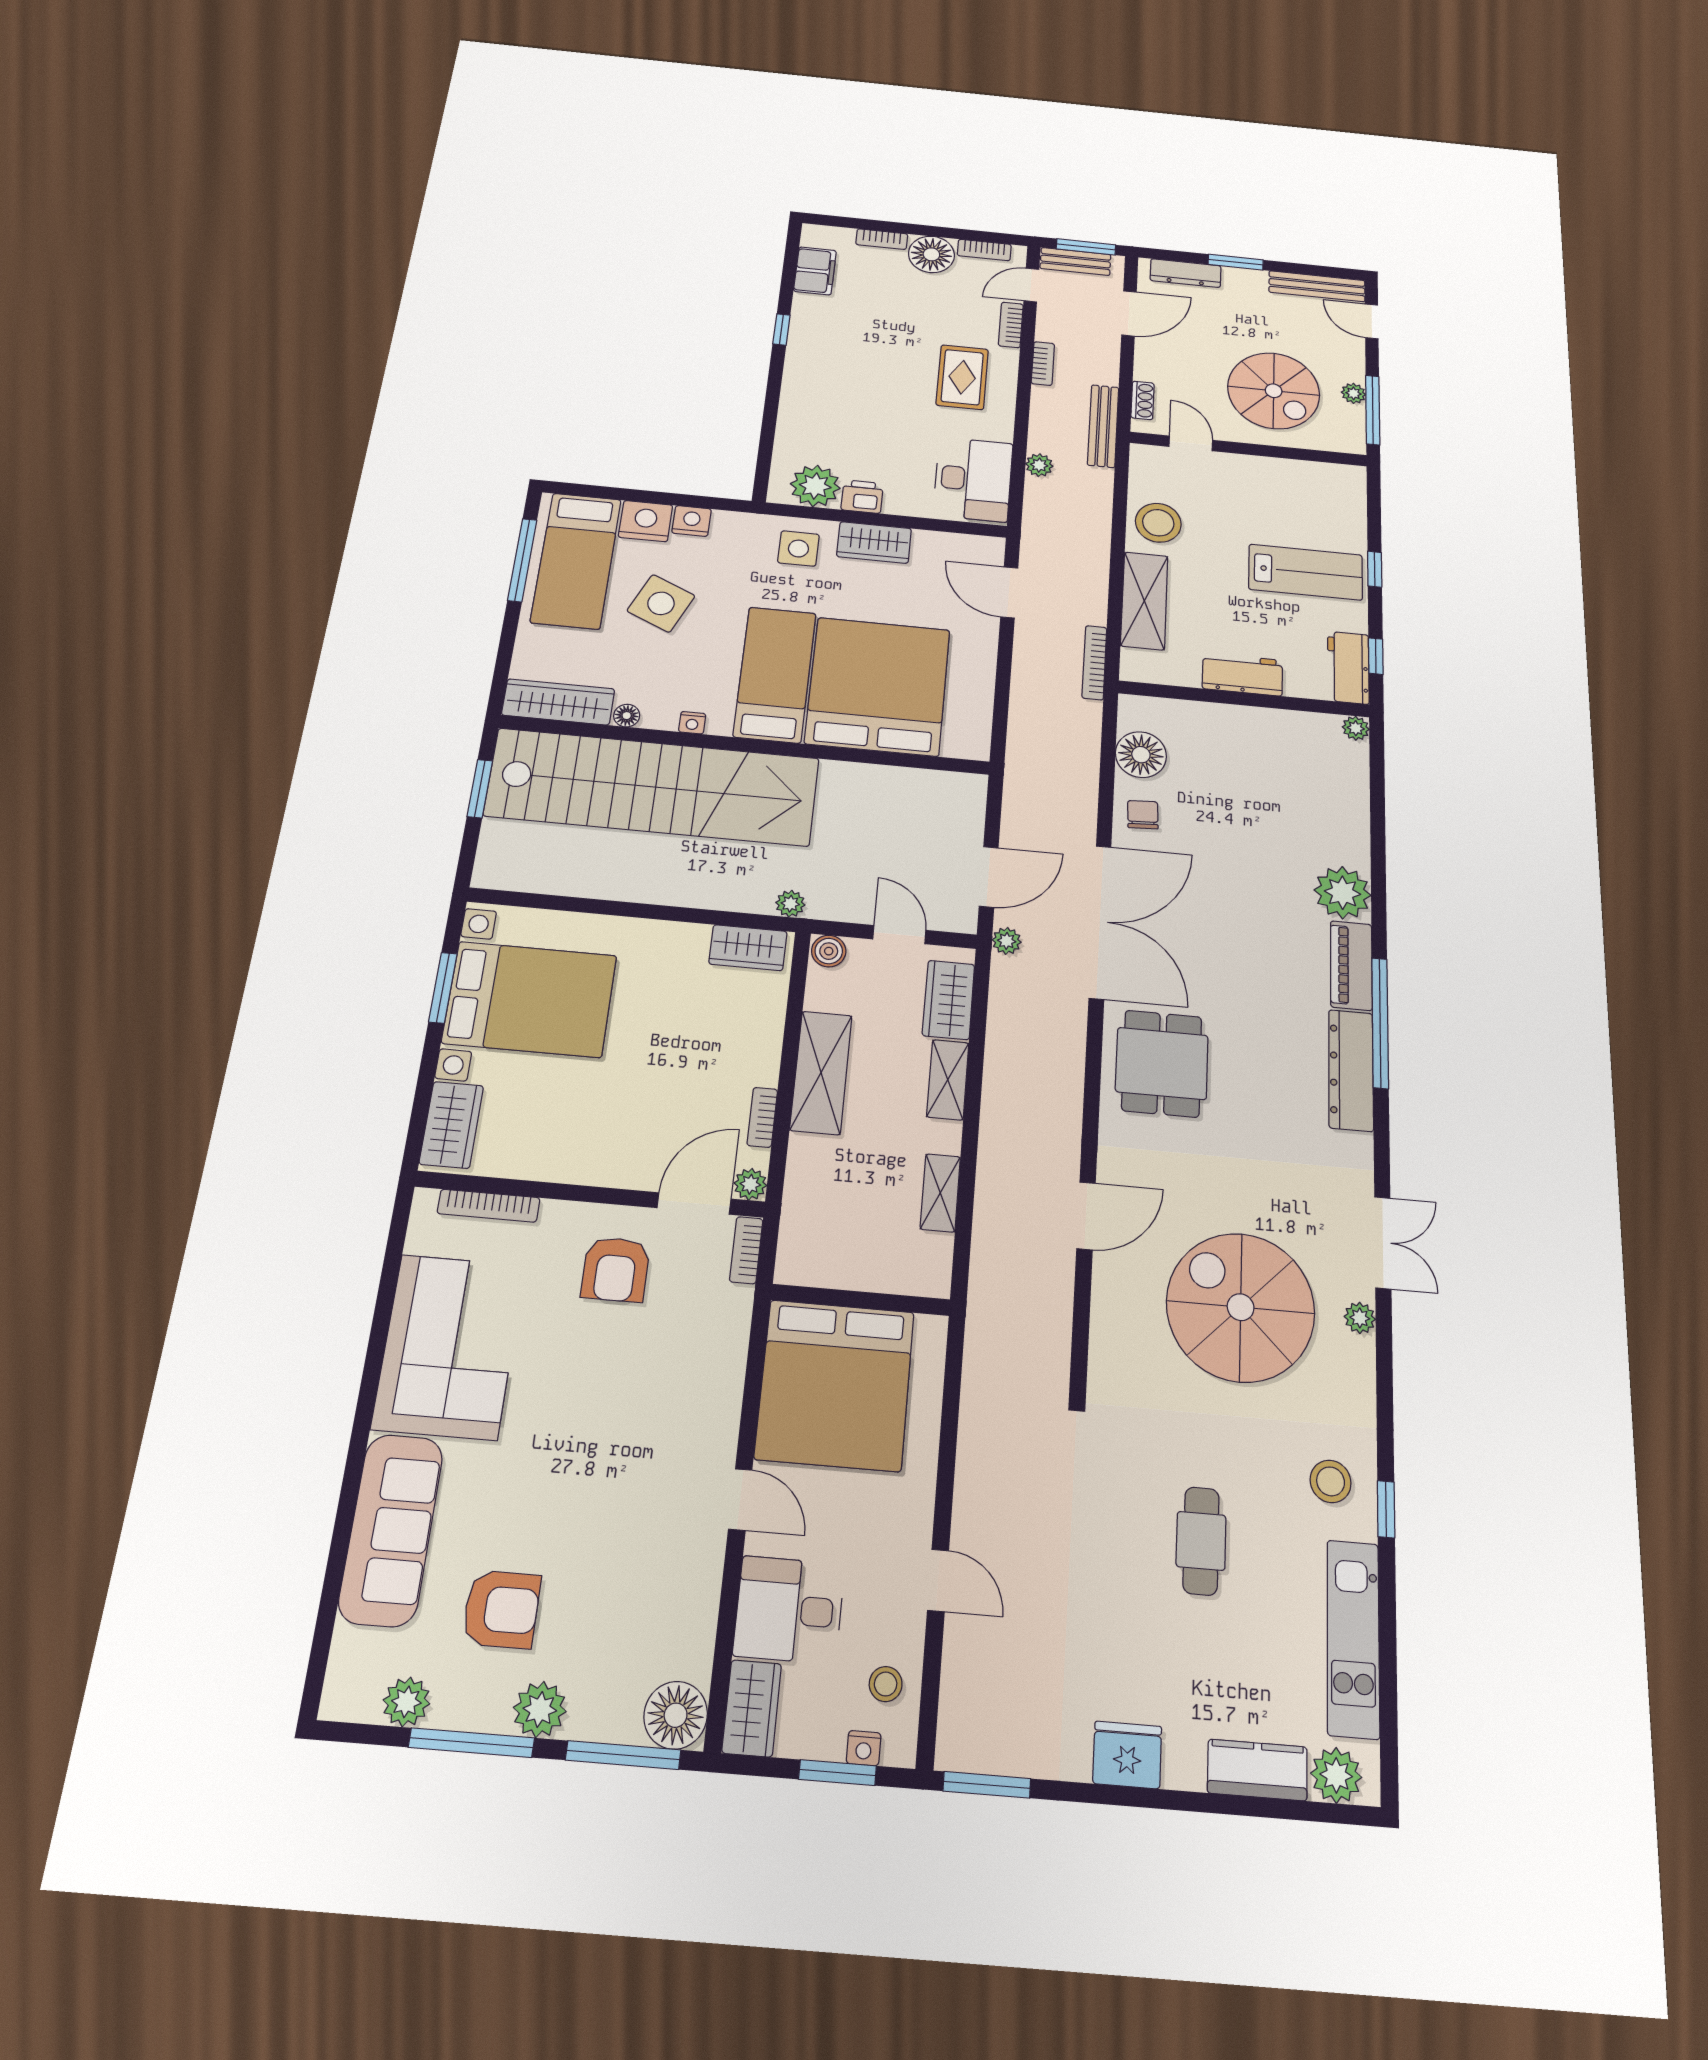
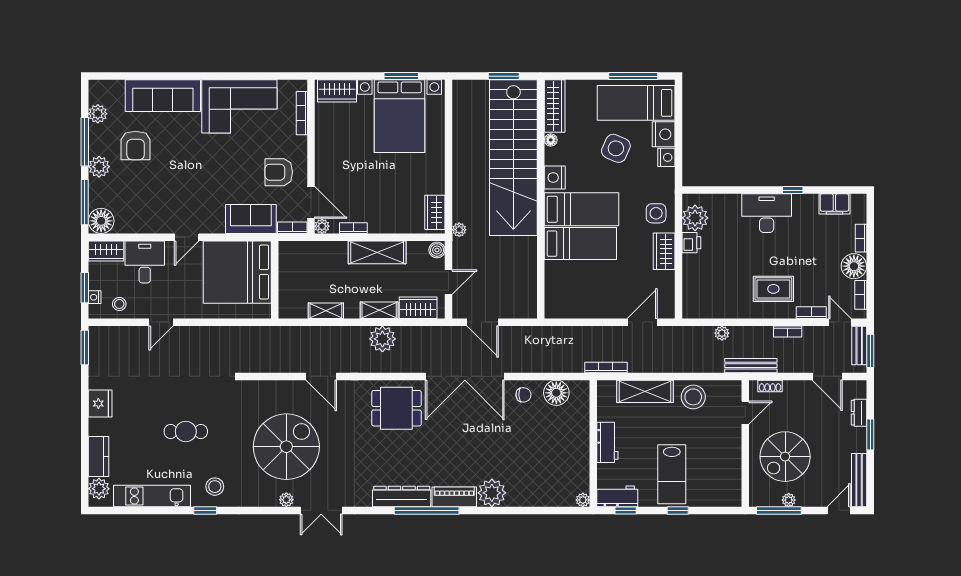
dresser: (1186, 273) -> (859, 413), width x0.70
desk: (973, 479) -> (767, 213), moved, turned 180
bed: (878, 686) -> (580, 244), width x0.49
nightstand: (692, 723) -> (555, 178), width x1.89, depth x1.79
plant: (1007, 941) -> (382, 339), moved, width x1.87, depth x1.87
sofa: (715, 1342) -> (251, 219), added

